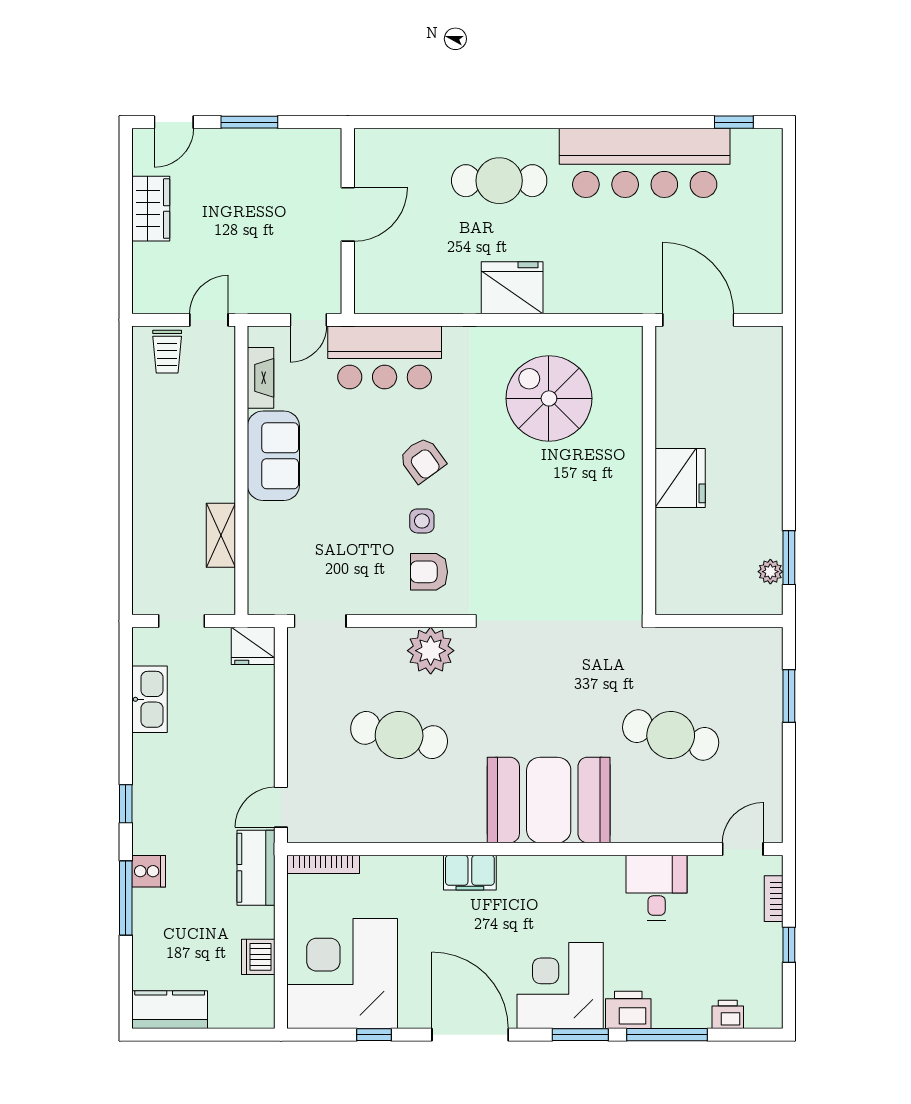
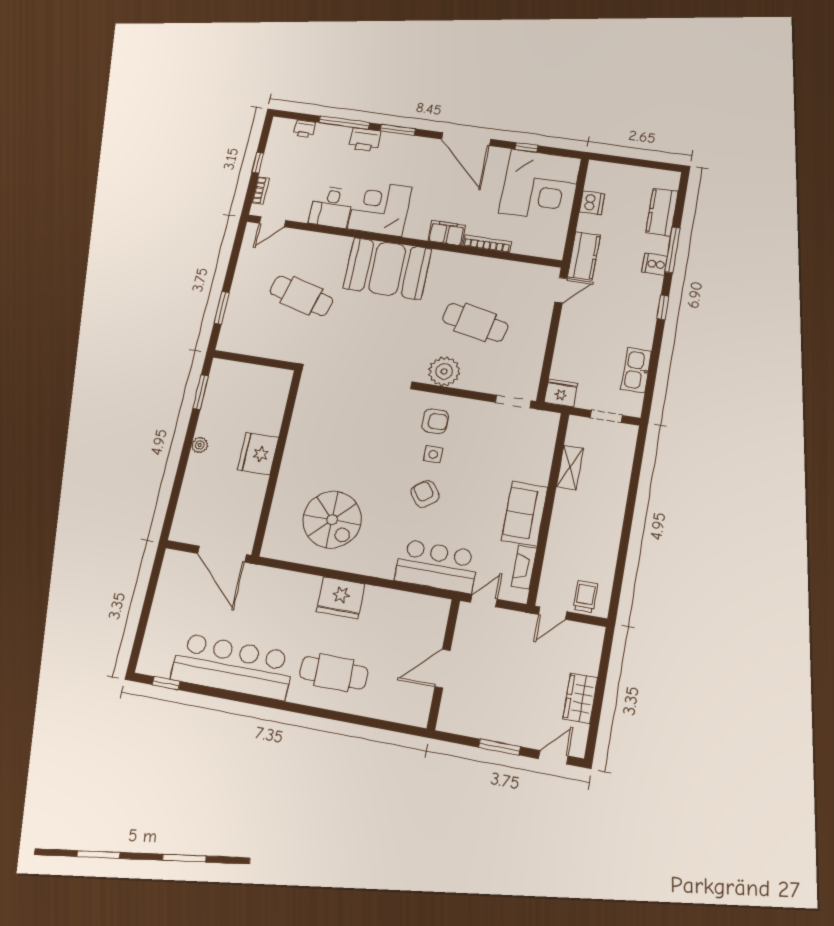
plant: (770, 572) -> (200, 445), moved
bookcase: (323, 864) -> (487, 244), moved
corner desk: (560, 985) -> (380, 208), moved, turned 180
kitchen counter: (170, 1010) -> (662, 212), moved, turned 90

